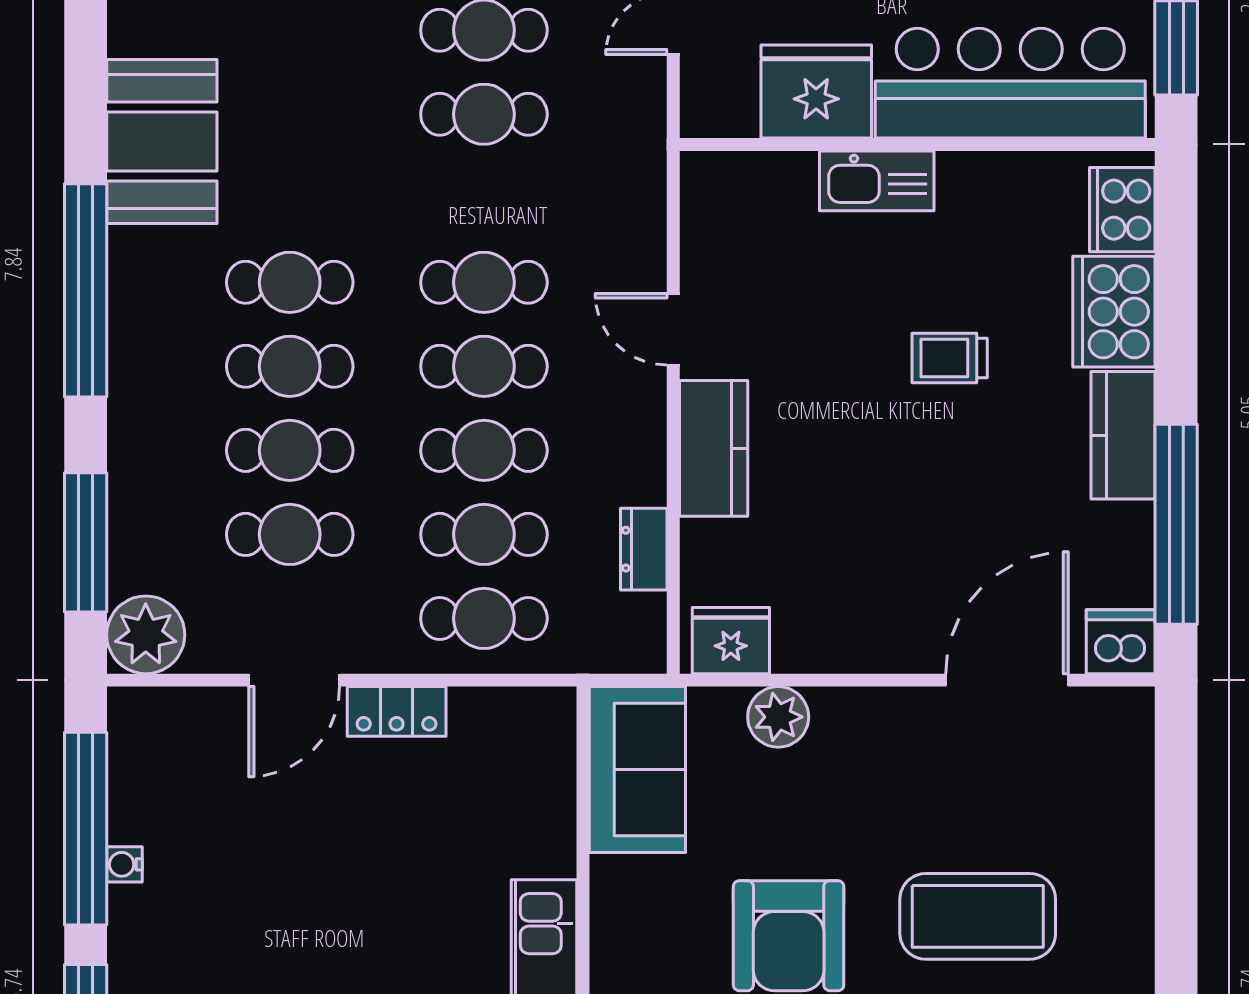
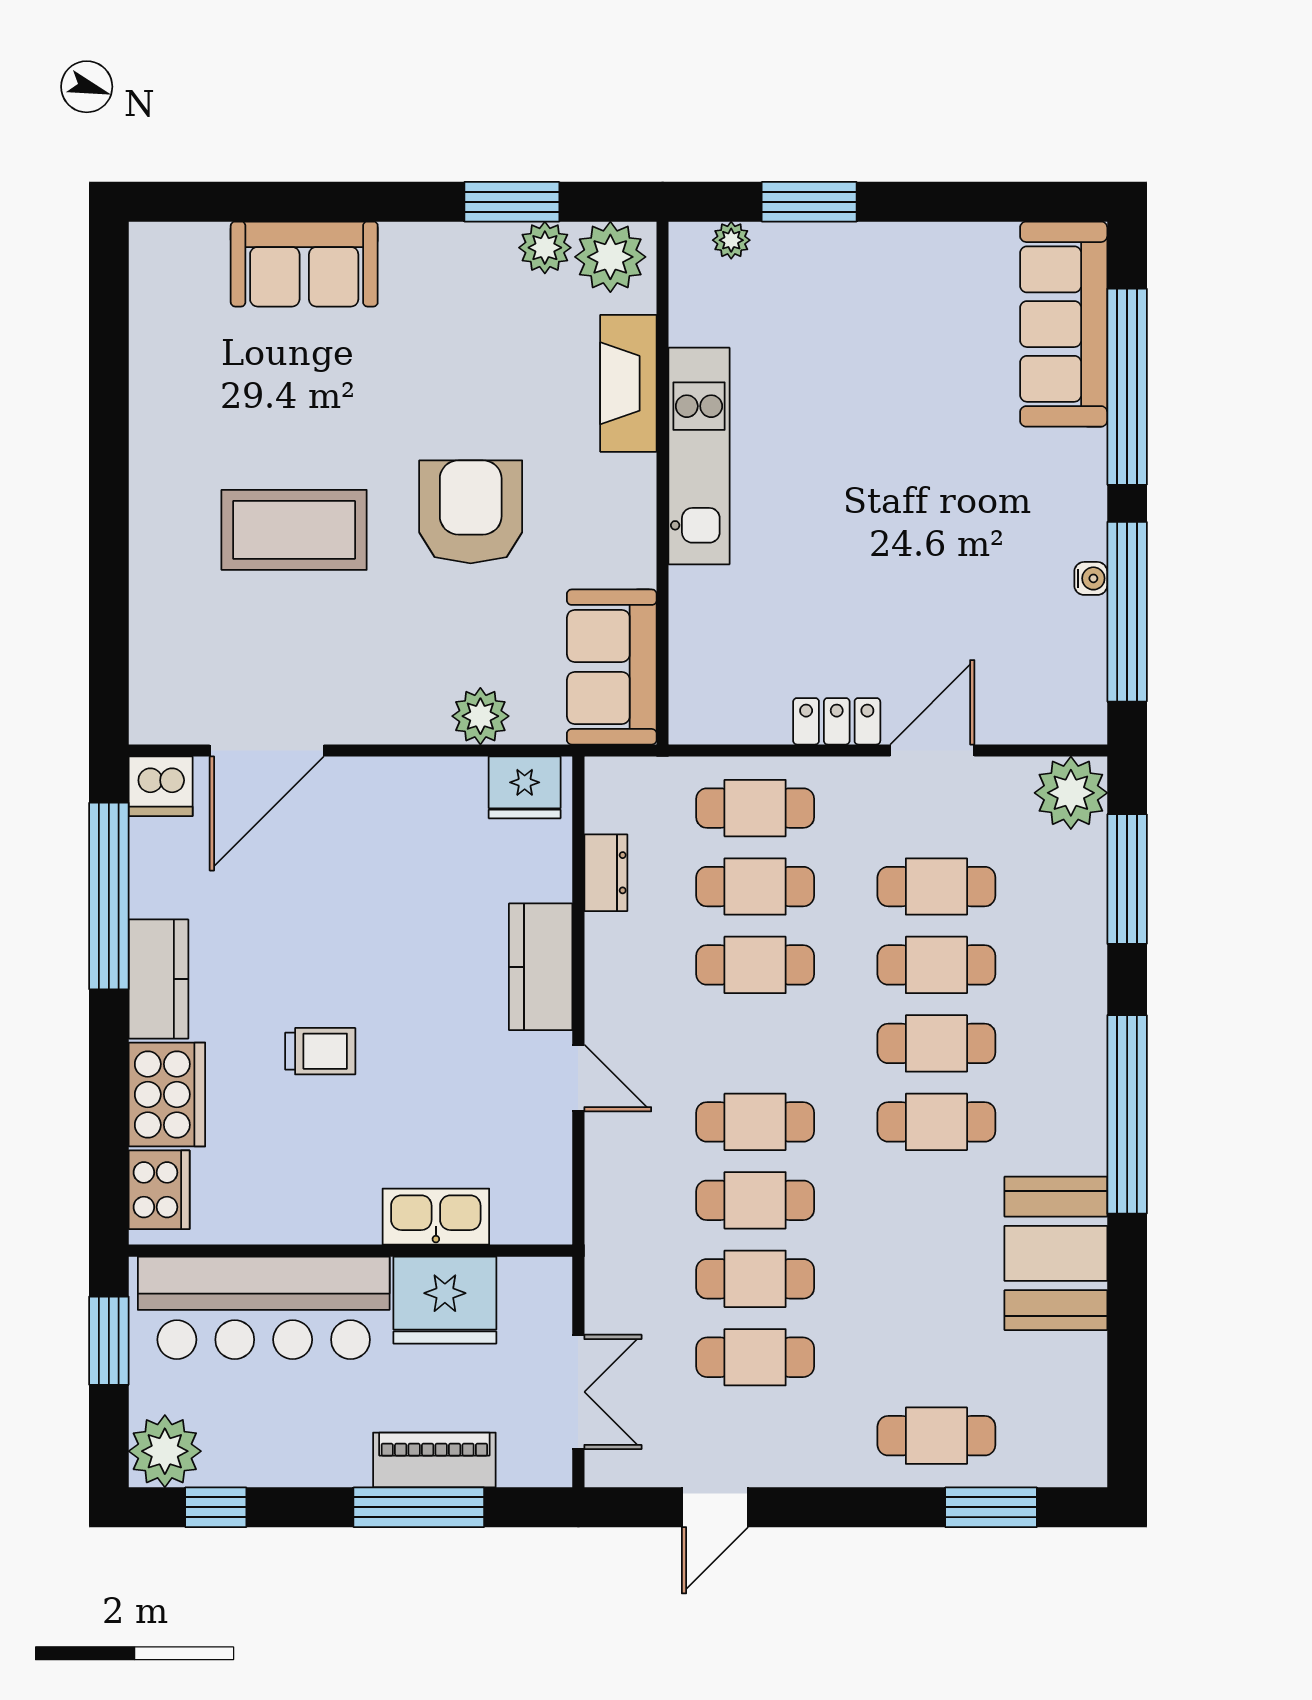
kitchen sink: (877, 181) -> (436, 1217), moved
cafe table: (484, 366) -> (755, 1200), moved

